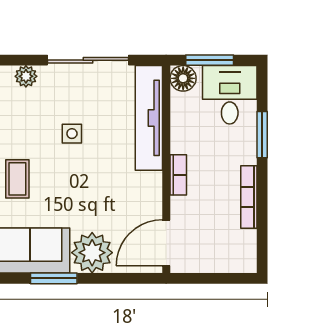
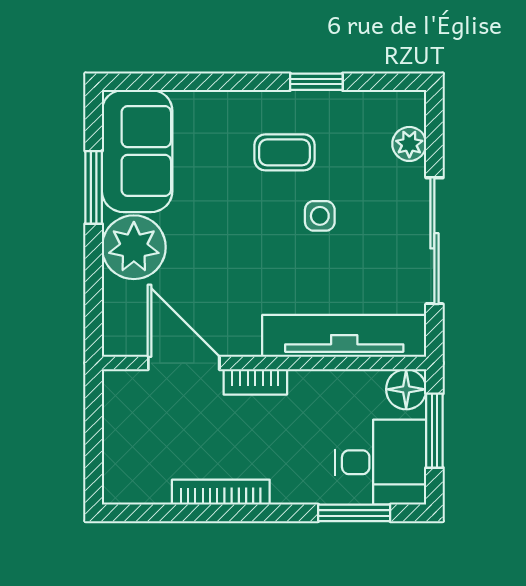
window: (262, 135) -> (354, 513), moved
coffee table: (17, 179) -> (285, 152), moved
door: (166, 243) -> (184, 363), moved

